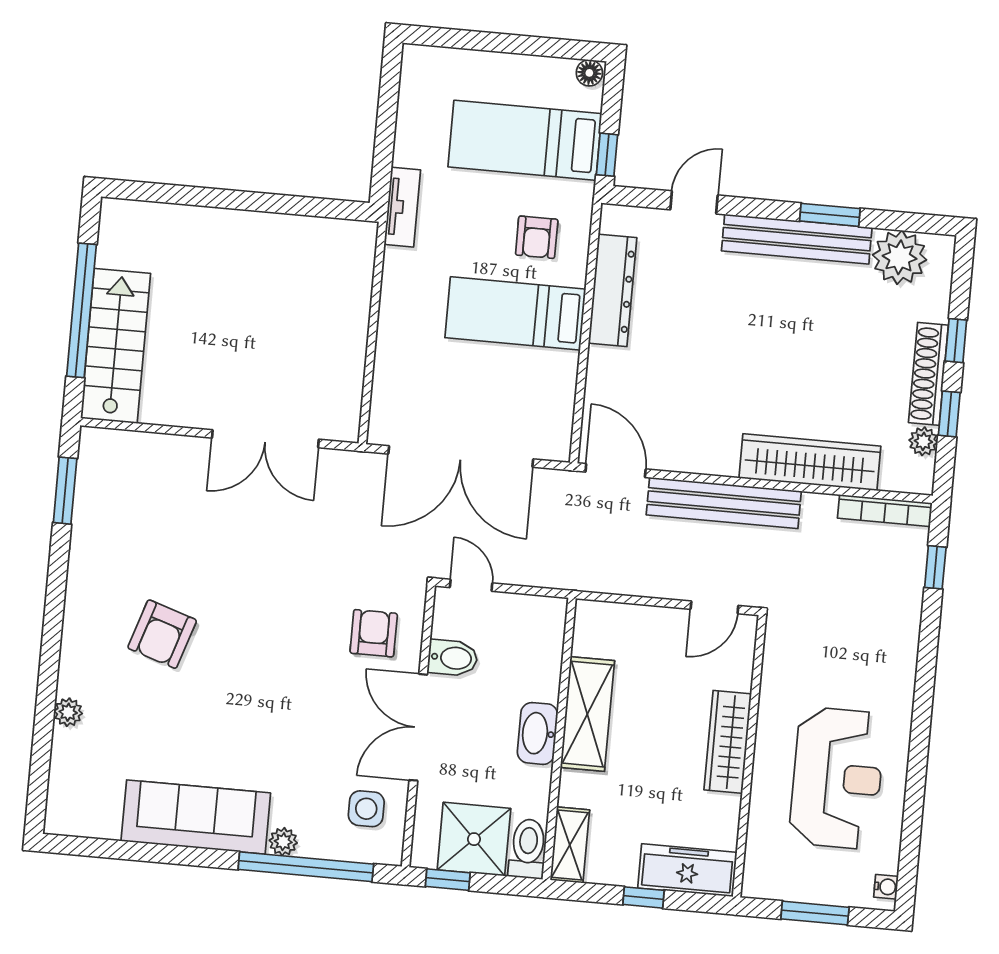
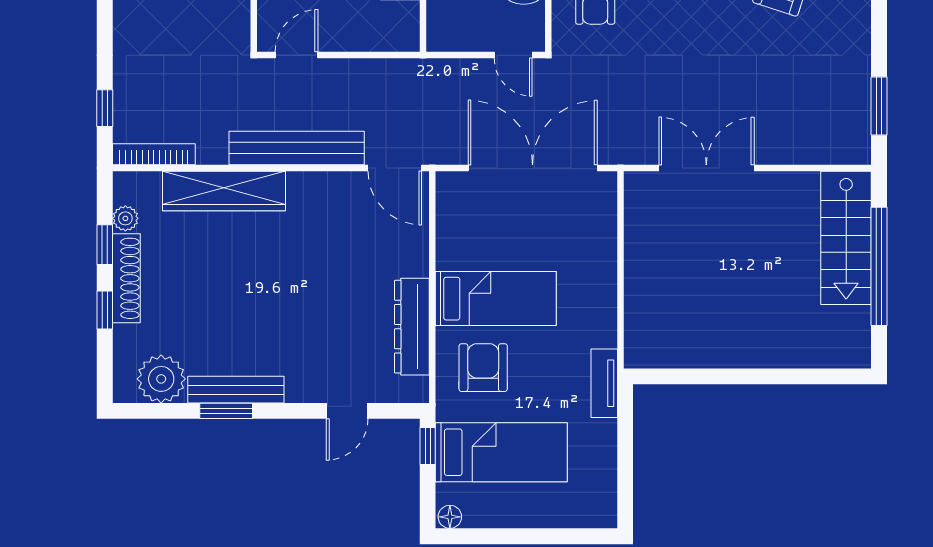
armchair: (537, 237) -> (483, 368), width x1.38, depth x1.38
bench: (797, 239) -> (236, 390), width x0.73, depth x0.82

